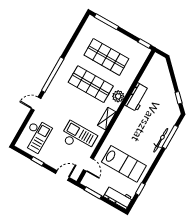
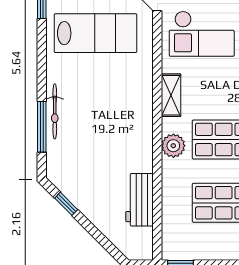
workbench: (137, 97) -> (140, 200), moved
lab bench: (124, 164) -> (95, 33), turned 180

